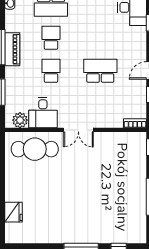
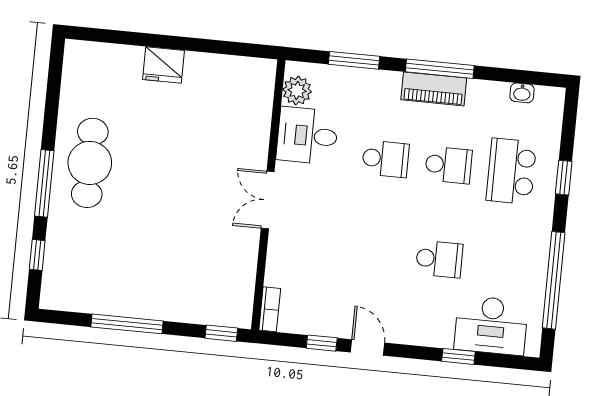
school desk: (100, 71) -> (439, 259), moved, width x0.54
cafe table: (35, 149) -> (90, 163), moved
fridge: (14, 212) -> (164, 65), moved

